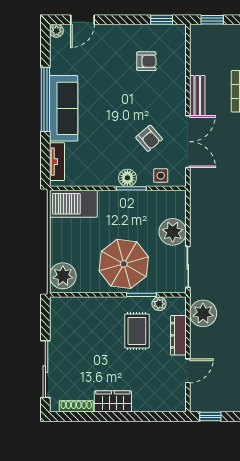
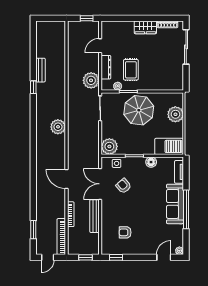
bench: (197, 96) -> (95, 216), width x1.36
floor lamp: (127, 178) -> (151, 162), moved
plant: (173, 232) -> (109, 146), moved
plant: (63, 276) -> (175, 114), moved

